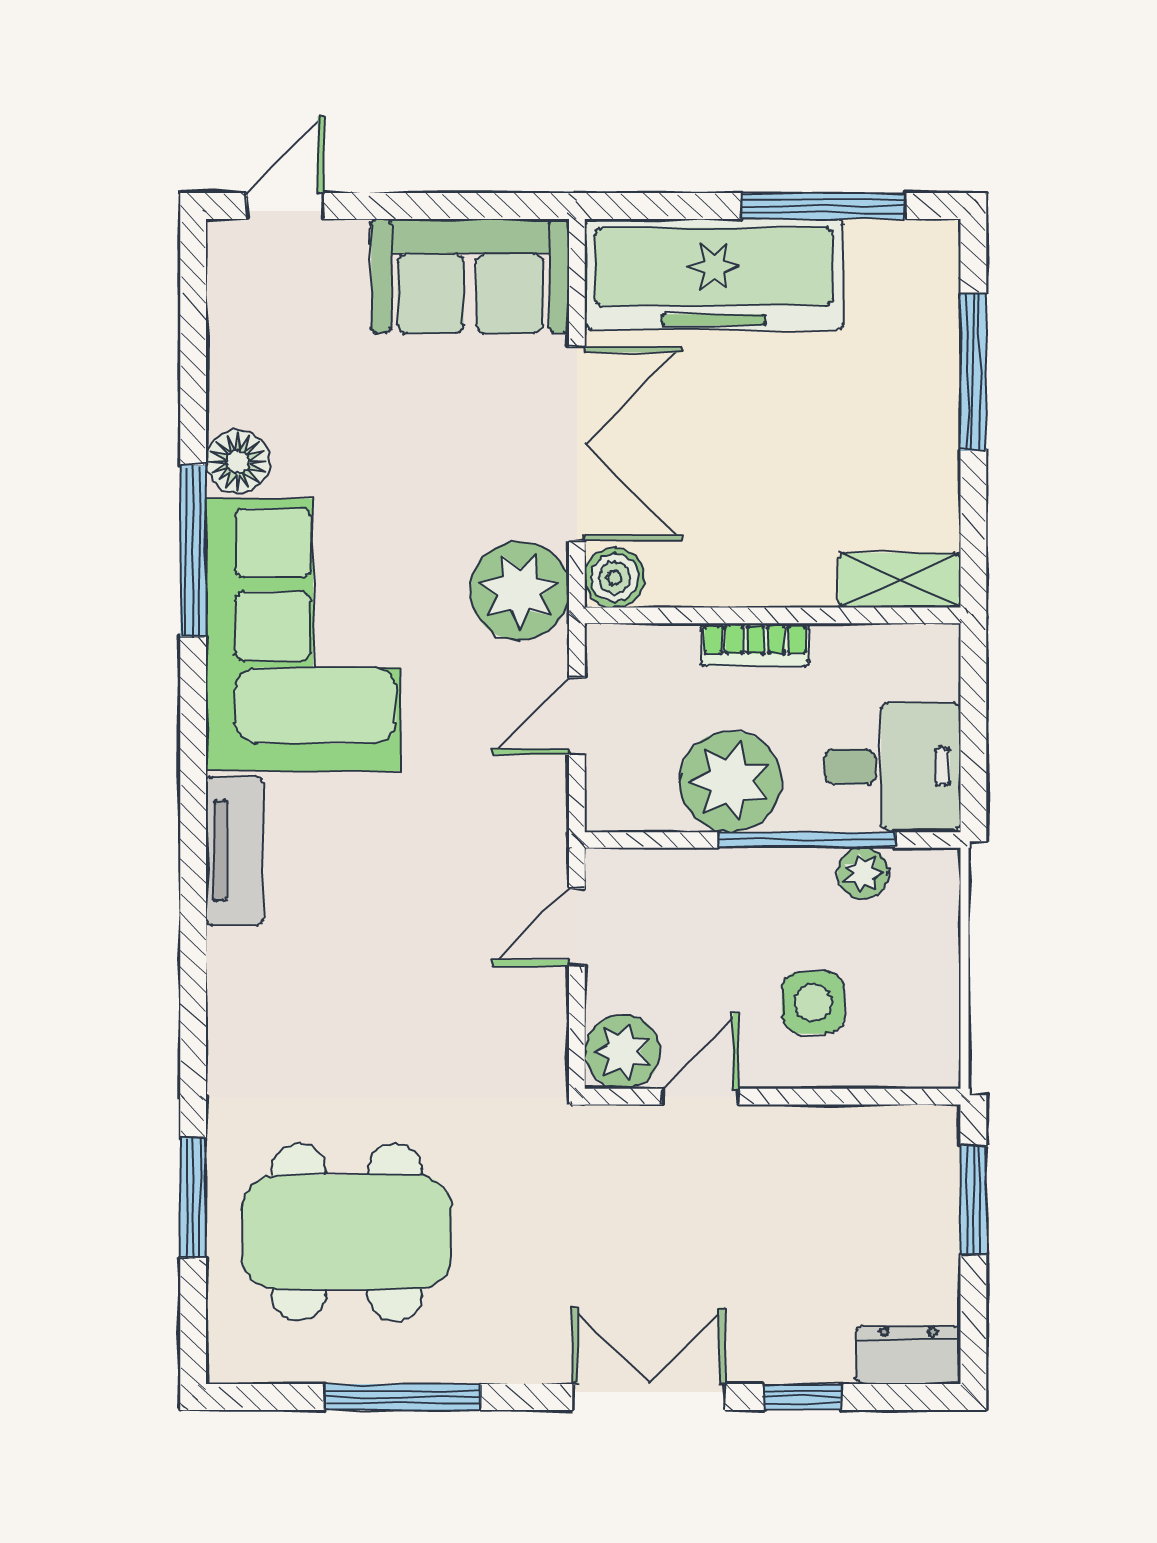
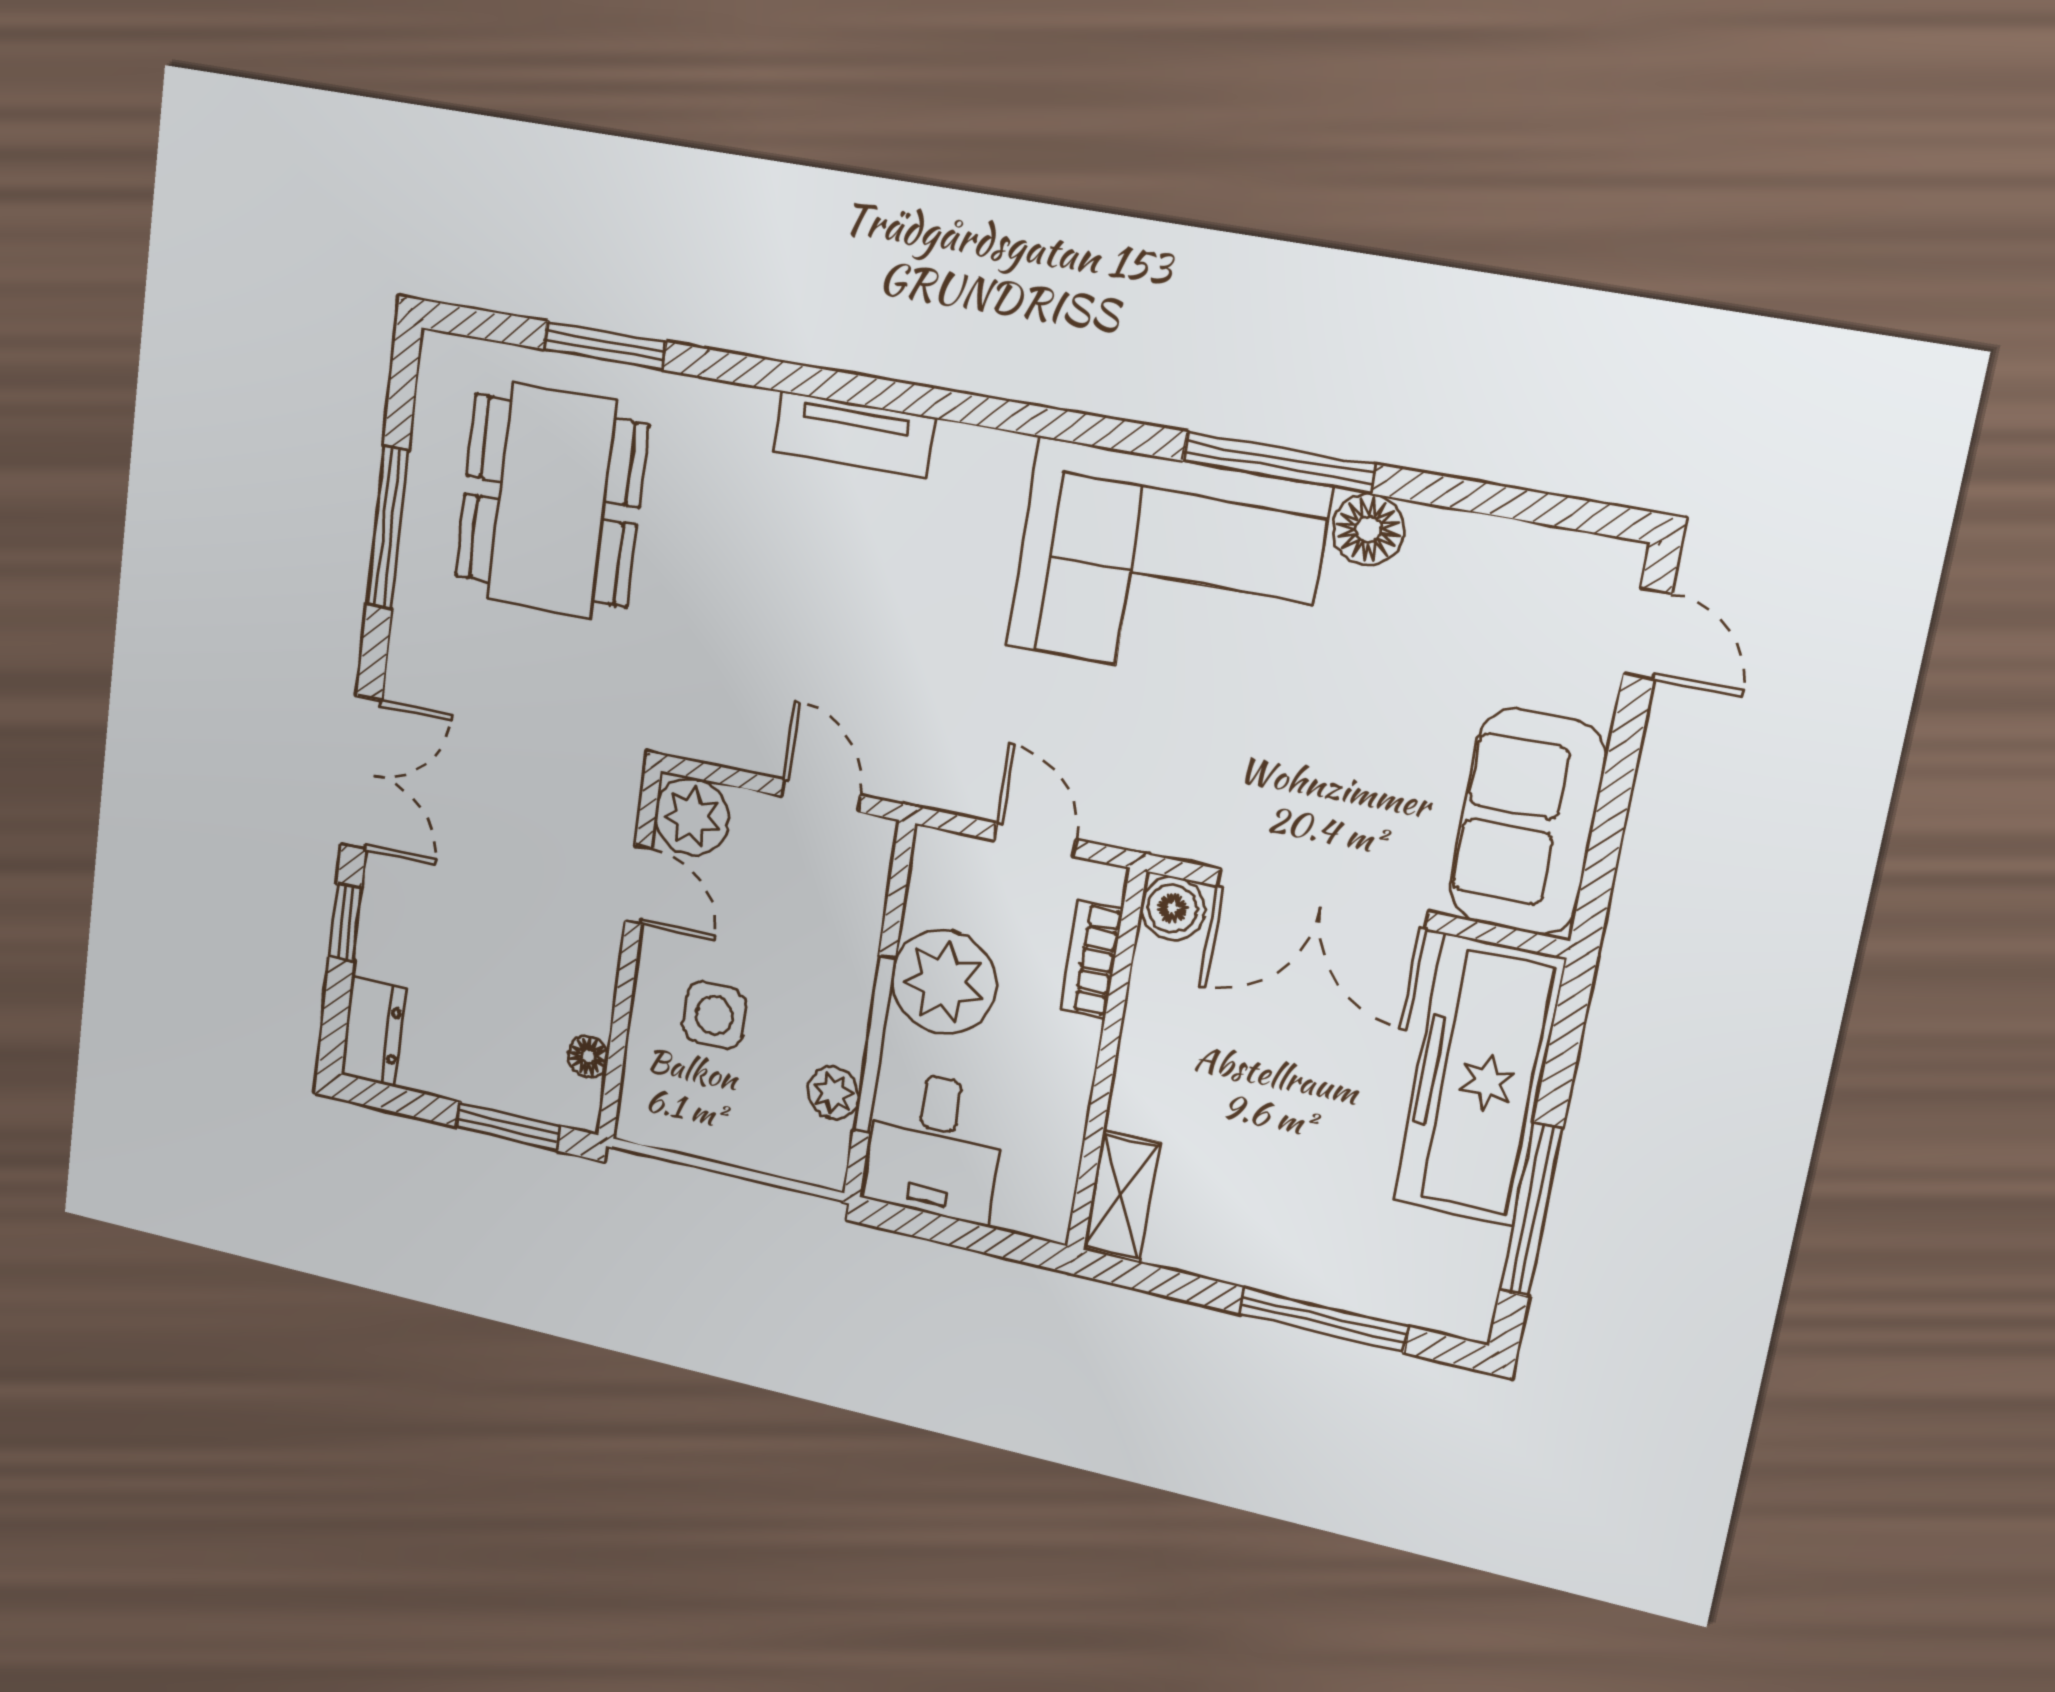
plant: (520, 591) -> (1175, 807), removed
bookcase: (755, 645) -> (1092, 959), moved
tv unit: (234, 851) -> (854, 434), moved
floor lamp: (883, 1125) -> (588, 1056), added

